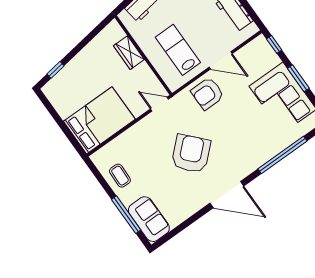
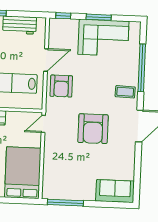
armchair: (191, 154) -> (93, 129), turned -137
coffee table: (120, 176) -> (125, 92), moved
window: (126, 215) -> (65, 203), moved

